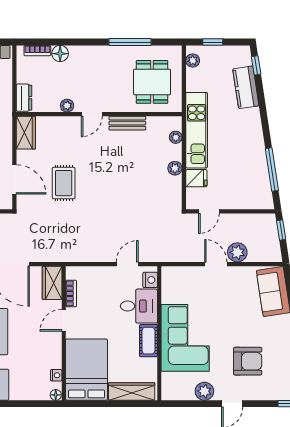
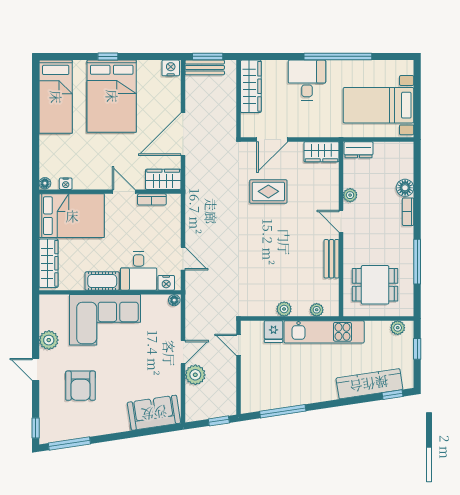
bookcase: (37, 51) -> (408, 212), moved
kitchen counter: (246, 87) -> (369, 384), width x1.50
floor lamp: (167, 272) -> (174, 300), added

